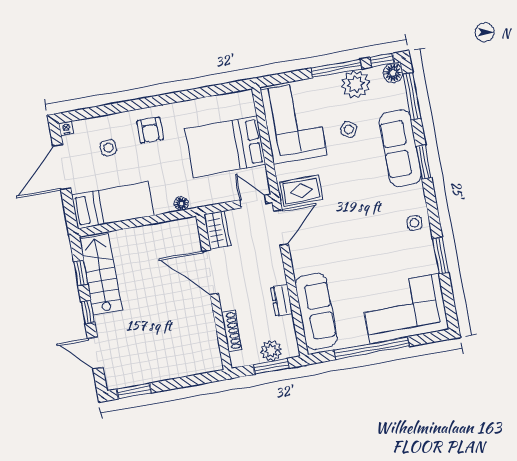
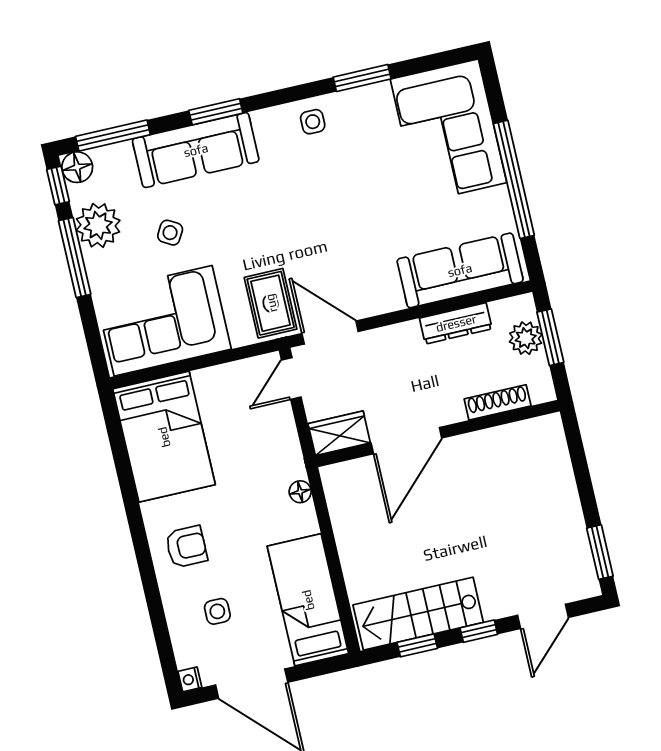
bed: (225, 147) -> (164, 437), moved
dresser: (282, 301) -> (456, 323), width x1.44

